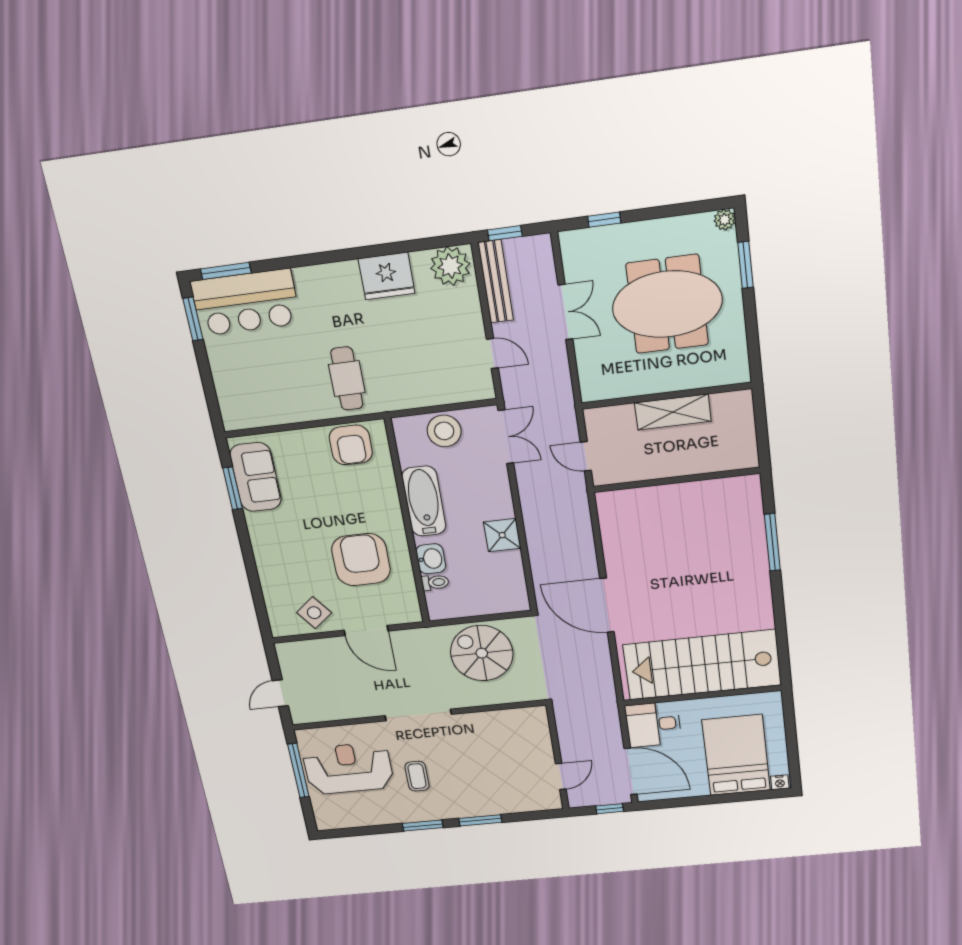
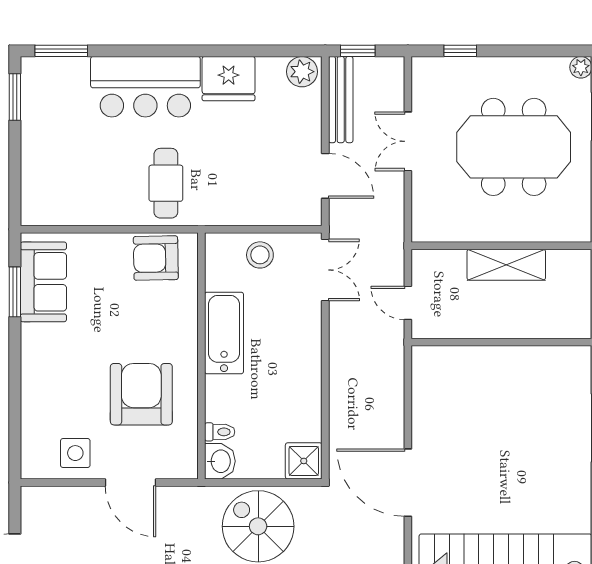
plant: (450, 266) -> (302, 72), width x0.73, depth x0.73
bar counter: (246, 302) -> (145, 87), moved
double door: (565, 312) -> (408, 141), swing flipped
door: (492, 354) -> (325, 176), width x1.38
stool: (444, 431) -> (260, 255), width x0.73, depth x0.73
armchair: (351, 445) -> (156, 258), turned 89
shower: (502, 535) -> (304, 461), moved
washbasin: (431, 559) -> (220, 461), moved
side table: (314, 613) -> (75, 453), turned 38

